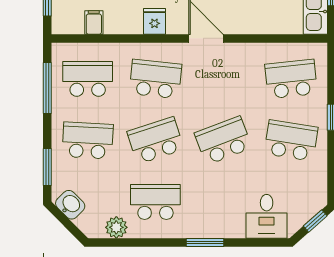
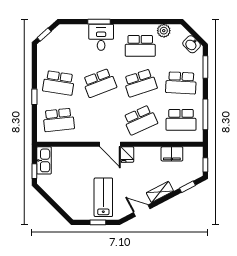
fridge: (155, 21) -> (127, 155), moved
filing cabinet: (94, 22) -> (172, 154), width x2.00
school desk: (155, 79) -> (140, 120), turned -30
desk: (267, 216) -> (101, 37), moved
window: (205, 243) -> (99, 22), moved

